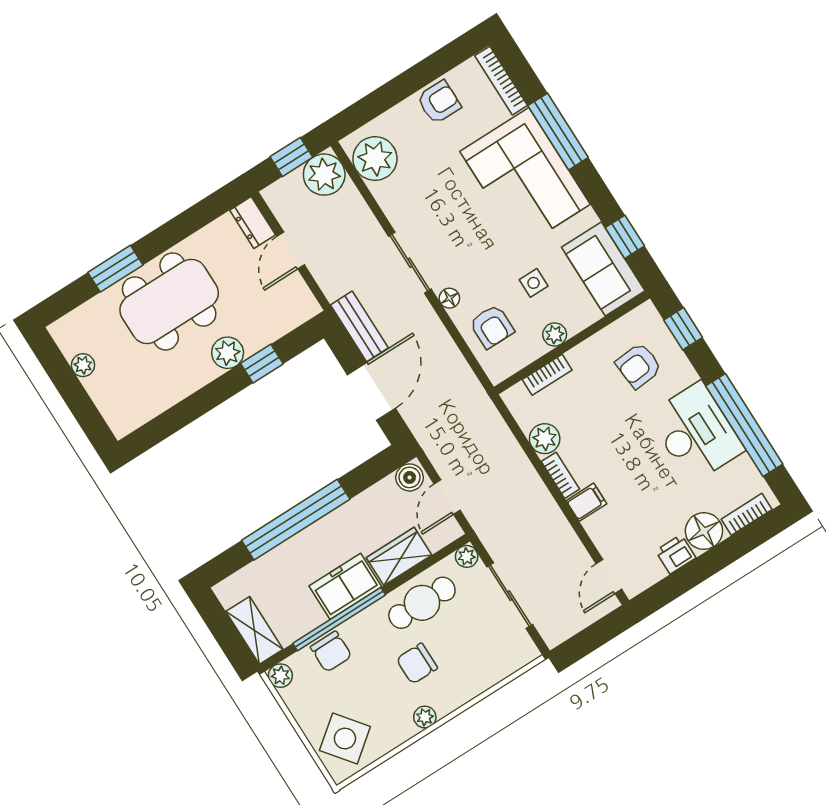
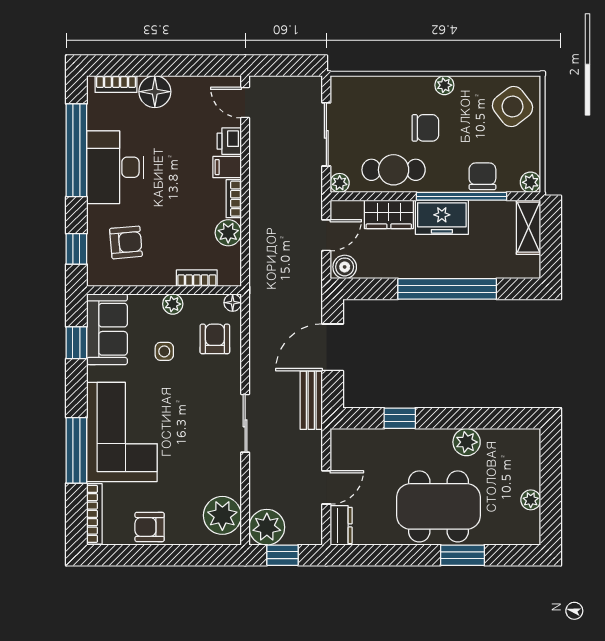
floor lamp: (449, 298) -> (233, 303), moved
plant: (228, 353) -> (467, 442), moved
printer: (676, 554) -> (229, 141), moved, turned 90
door: (609, 576) -> (245, 103), swing flipped

